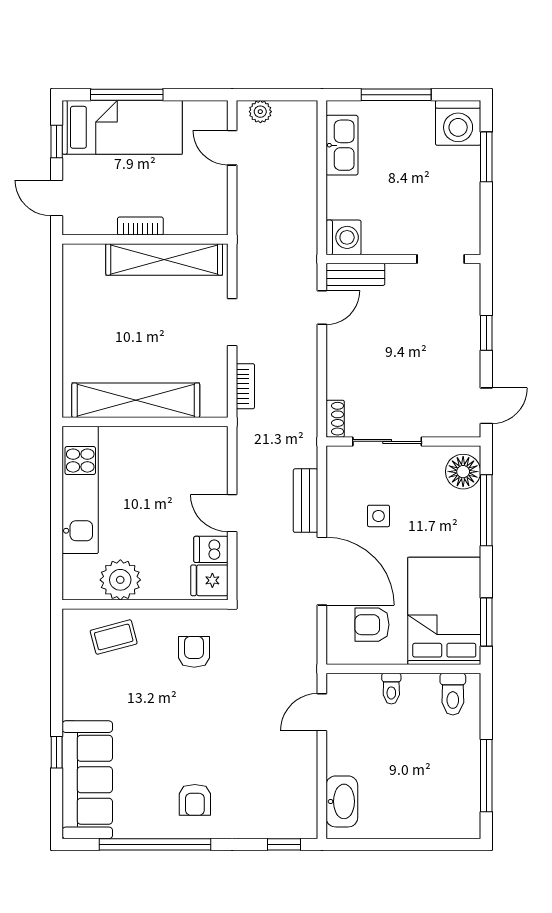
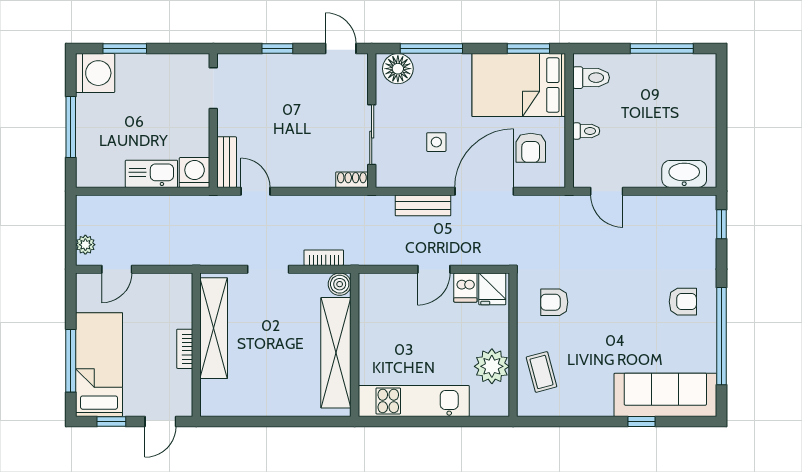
kitchen sink: (342, 145) -> (151, 174), moved
boiler: (215, 405) -> (340, 284), added

